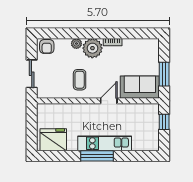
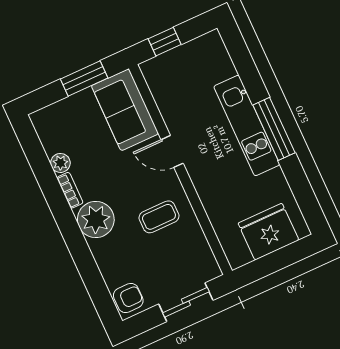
plant: (76, 44) -> (60, 163), moved
fridge: (53, 140) -> (268, 232), moved, turned 90

